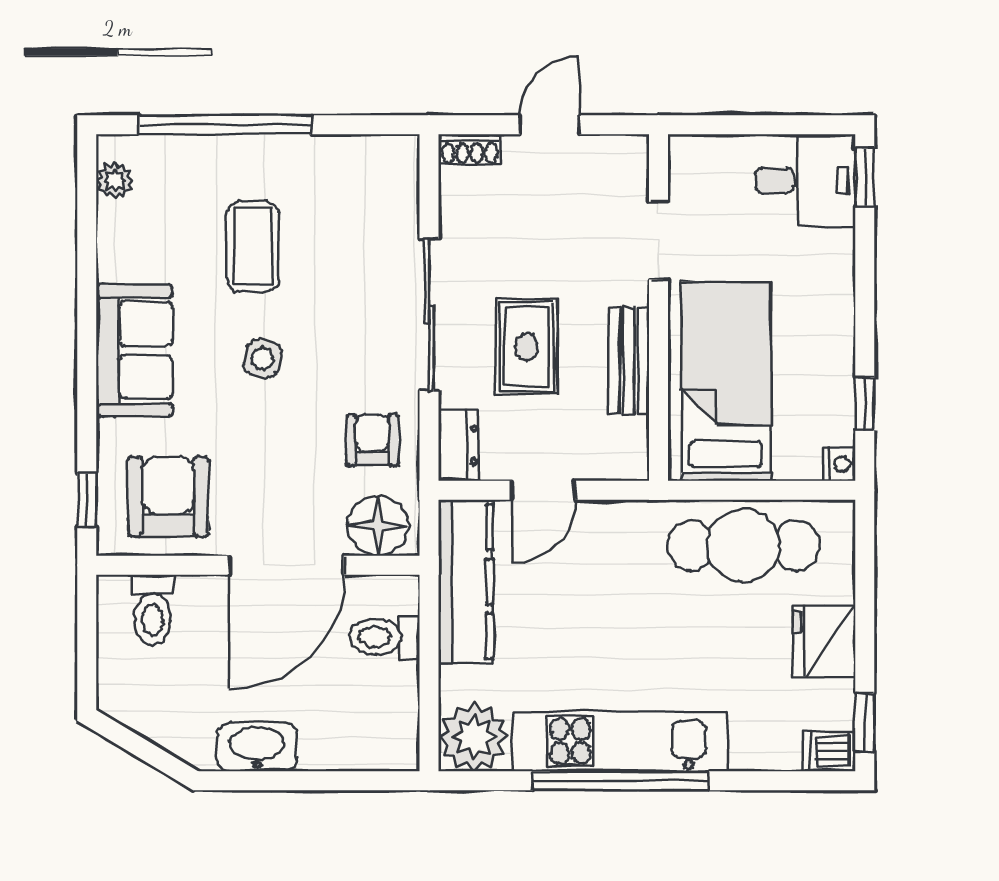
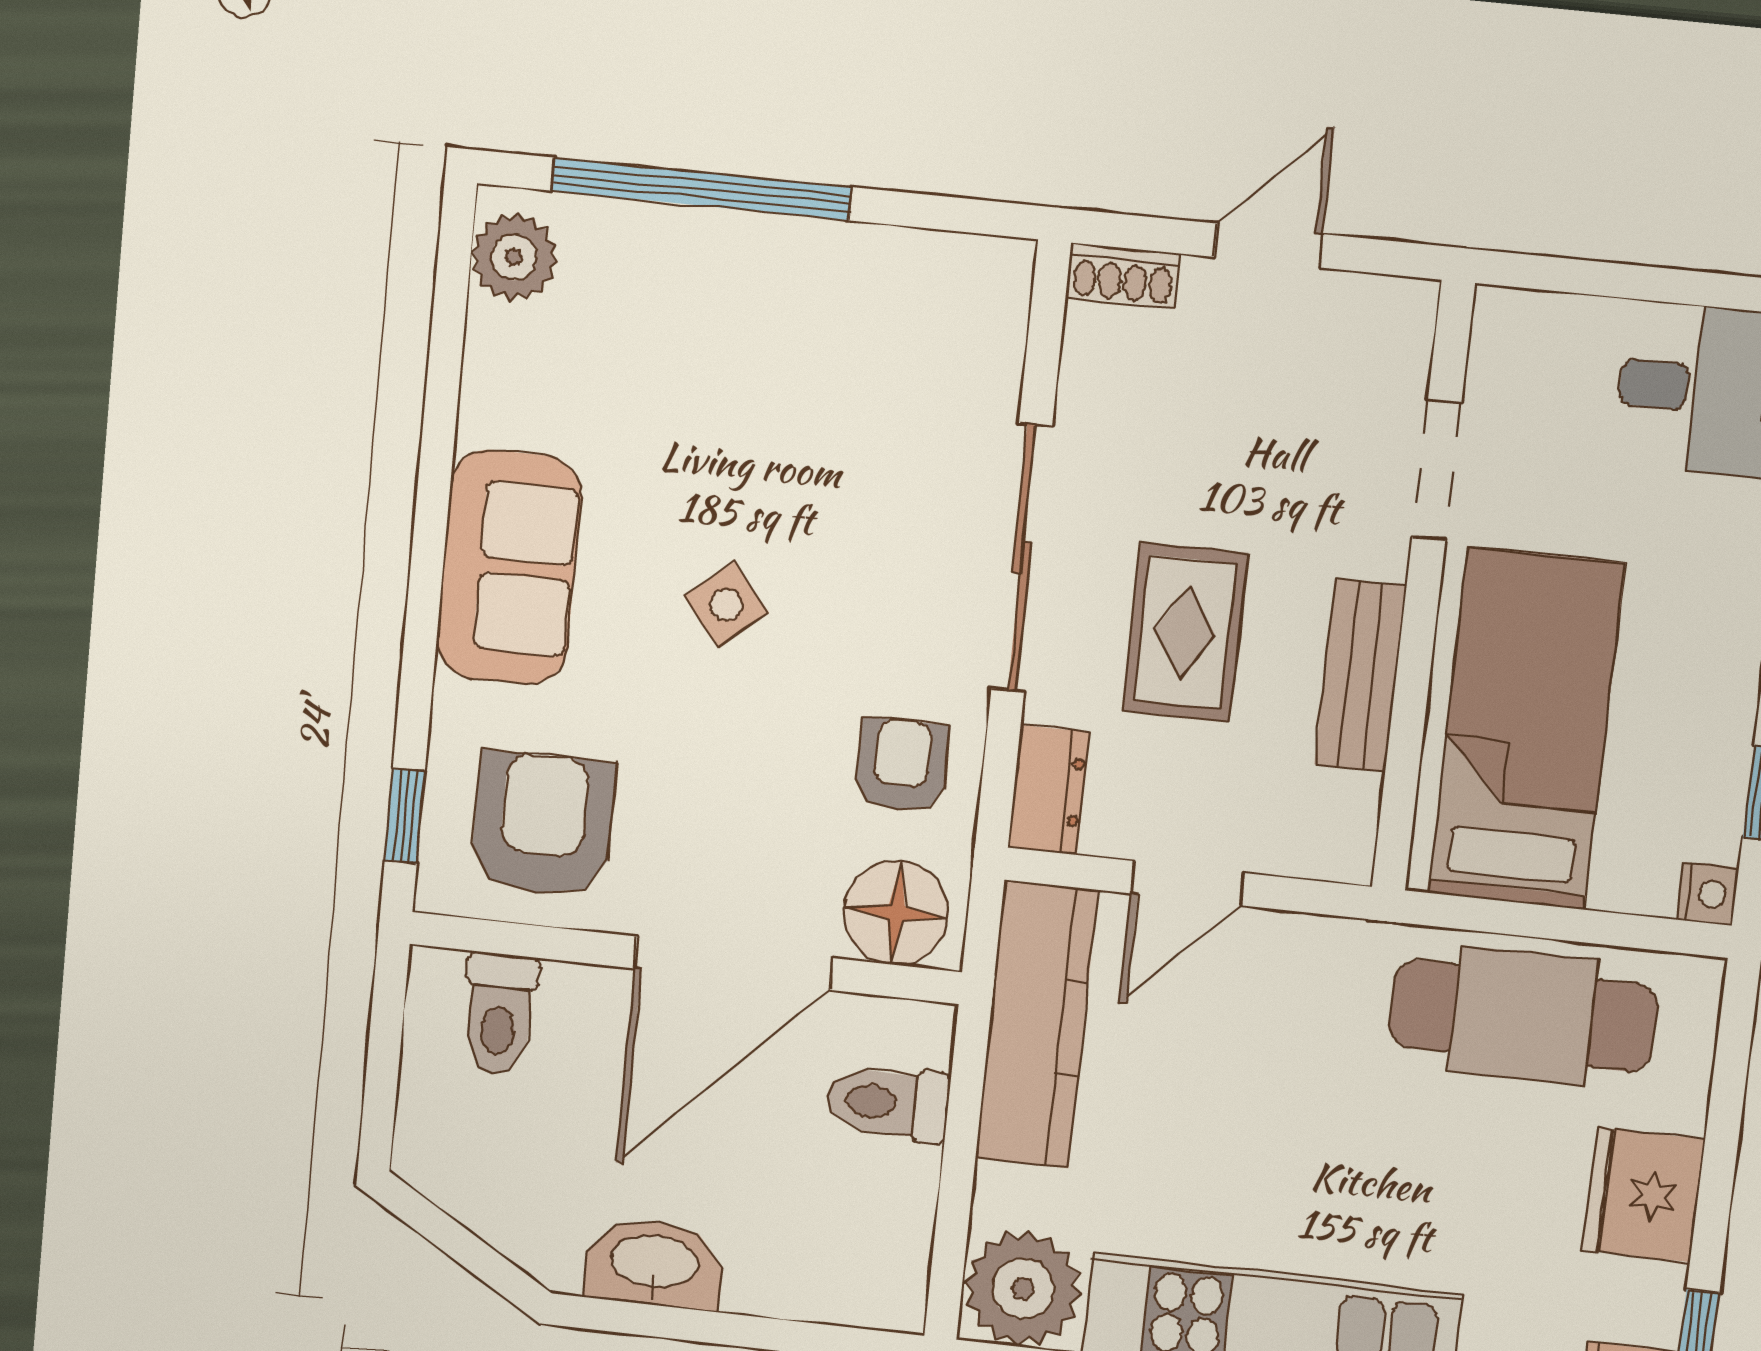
plant: (114, 180) -> (514, 257), width x1.38, depth x1.38
coffee table: (253, 246) -> (729, 408), removed
side table: (262, 359) -> (726, 605), turned 37

